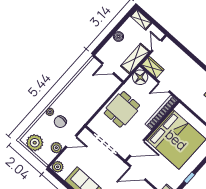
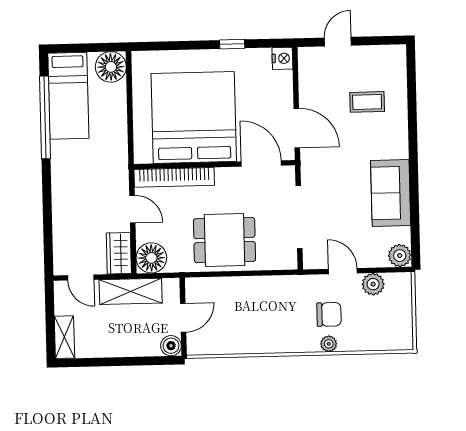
boiler: (118, 37) -> (171, 346), moved
door: (157, 45) -> (81, 277), hinge flipped
door: (108, 68) -> (183, 318), hinge flipped
plant: (35, 143) -> (396, 323), removed

